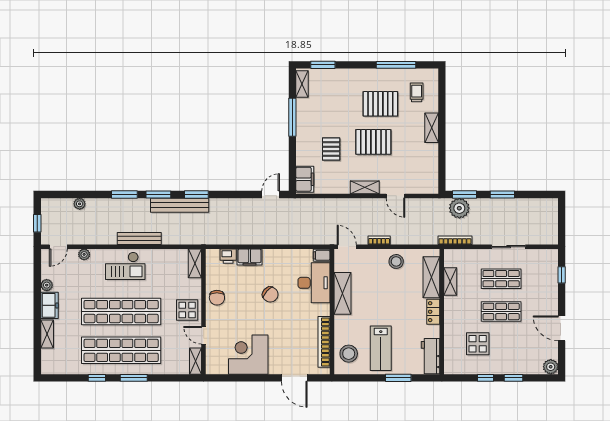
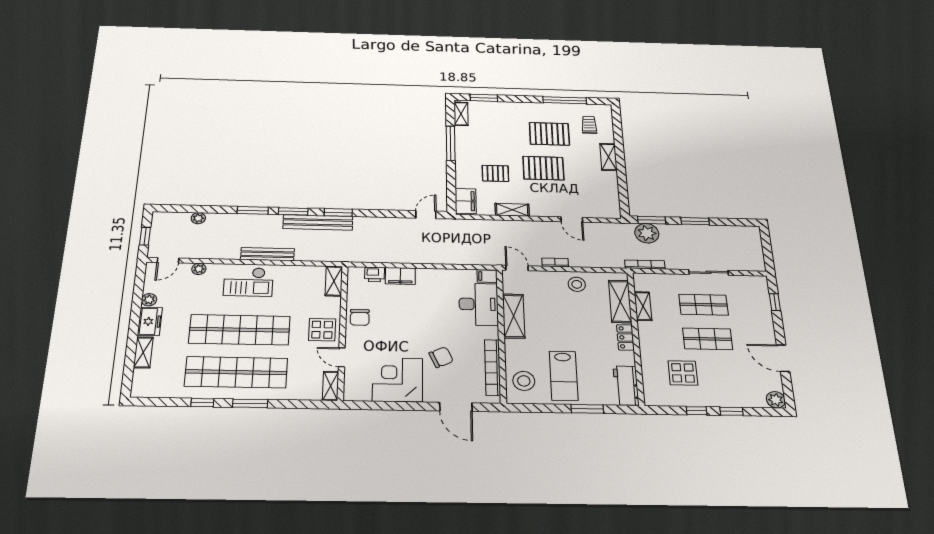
pallet: (331, 149) -> (495, 173), turned 90
shelving: (365, 187) -> (512, 210), moved
chair: (270, 294) -> (441, 357), moved, turned -65

